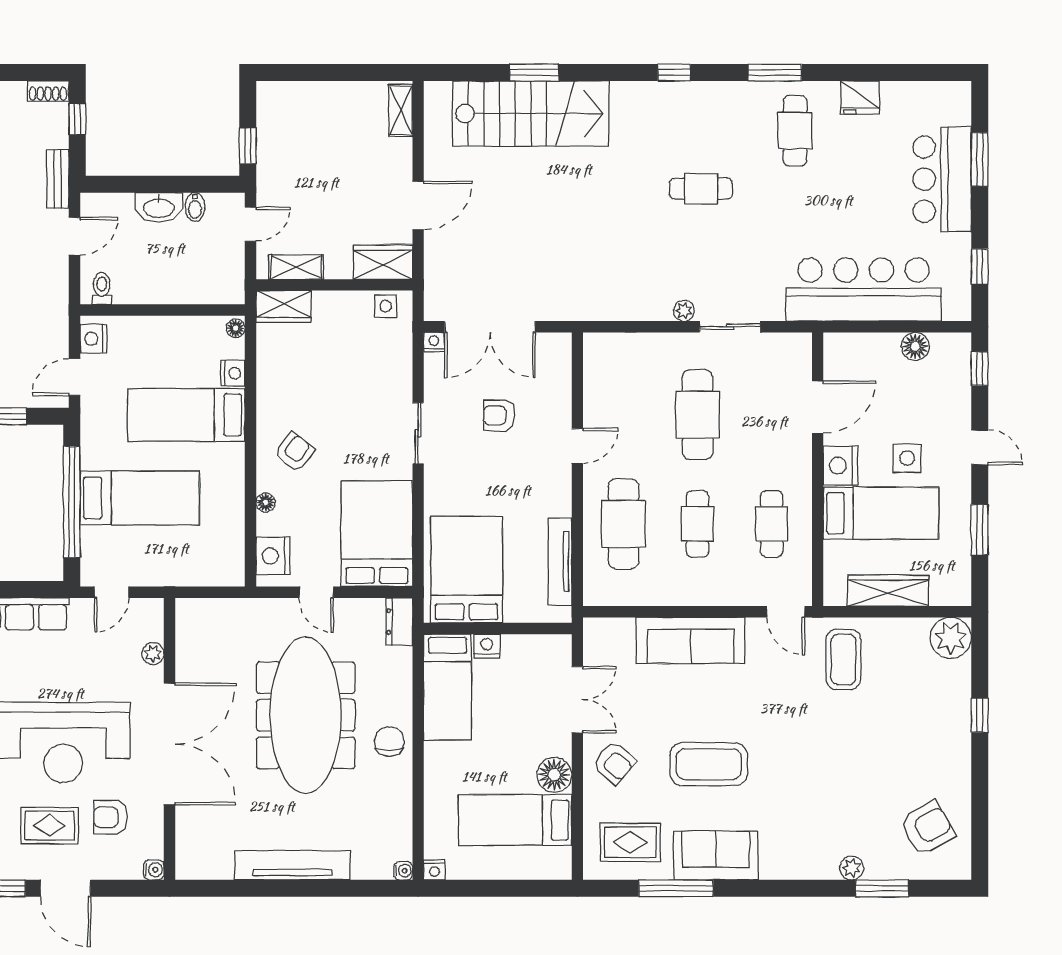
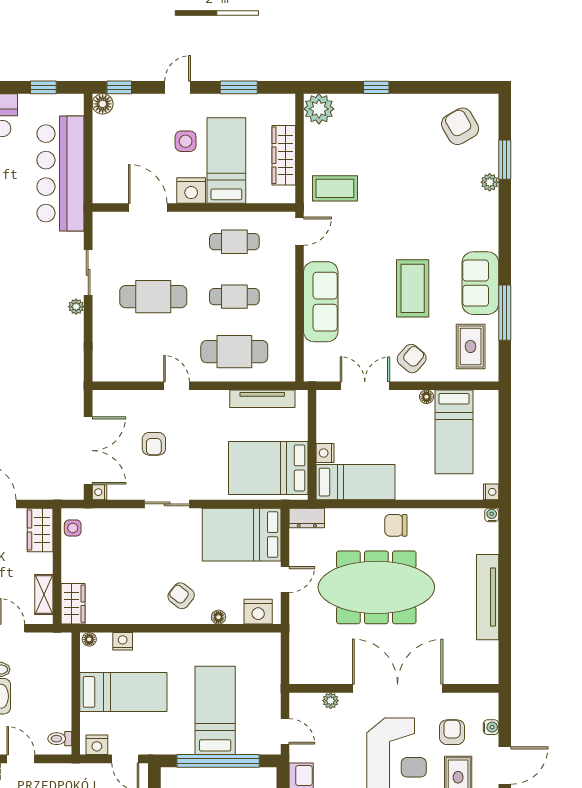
floor lamp: (915, 346) -> (103, 104), moved
bed: (186, 415) -> (123, 692), moved, turned -90
floor lamp: (554, 775) -> (427, 397), width x0.53, depth x0.53
armchair: (110, 817) -> (452, 732), turned 180
water cooler: (154, 870) -> (491, 727), moved, turned 90

